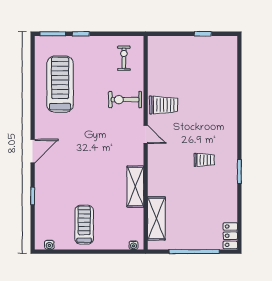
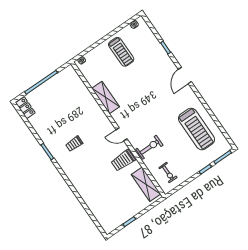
shelving: (156, 218) -> (146, 184), moved

